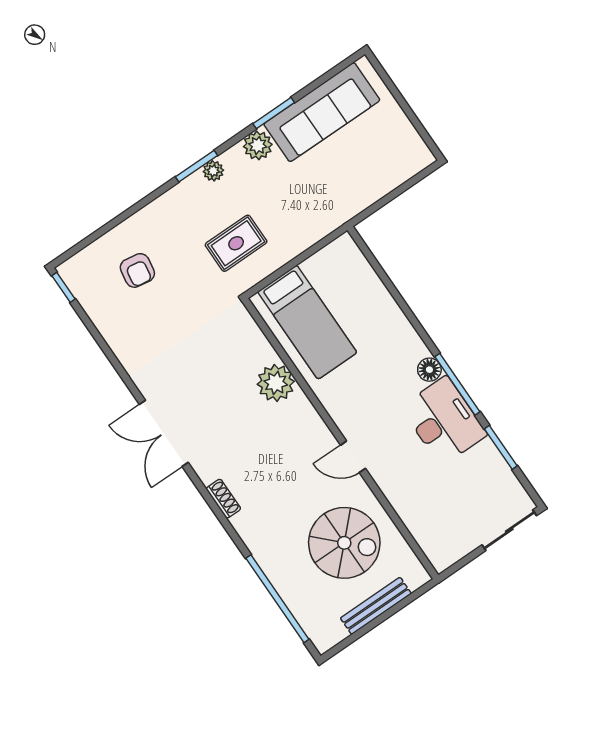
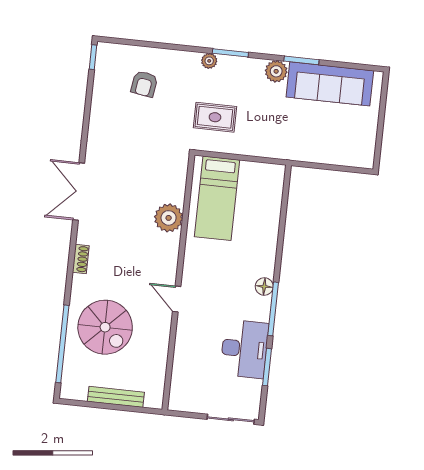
plant: (213, 171) -> (209, 61), moved
desk: (444, 421) -> (244, 349), moved
spiral stairs: (344, 543) -> (105, 327), moved

